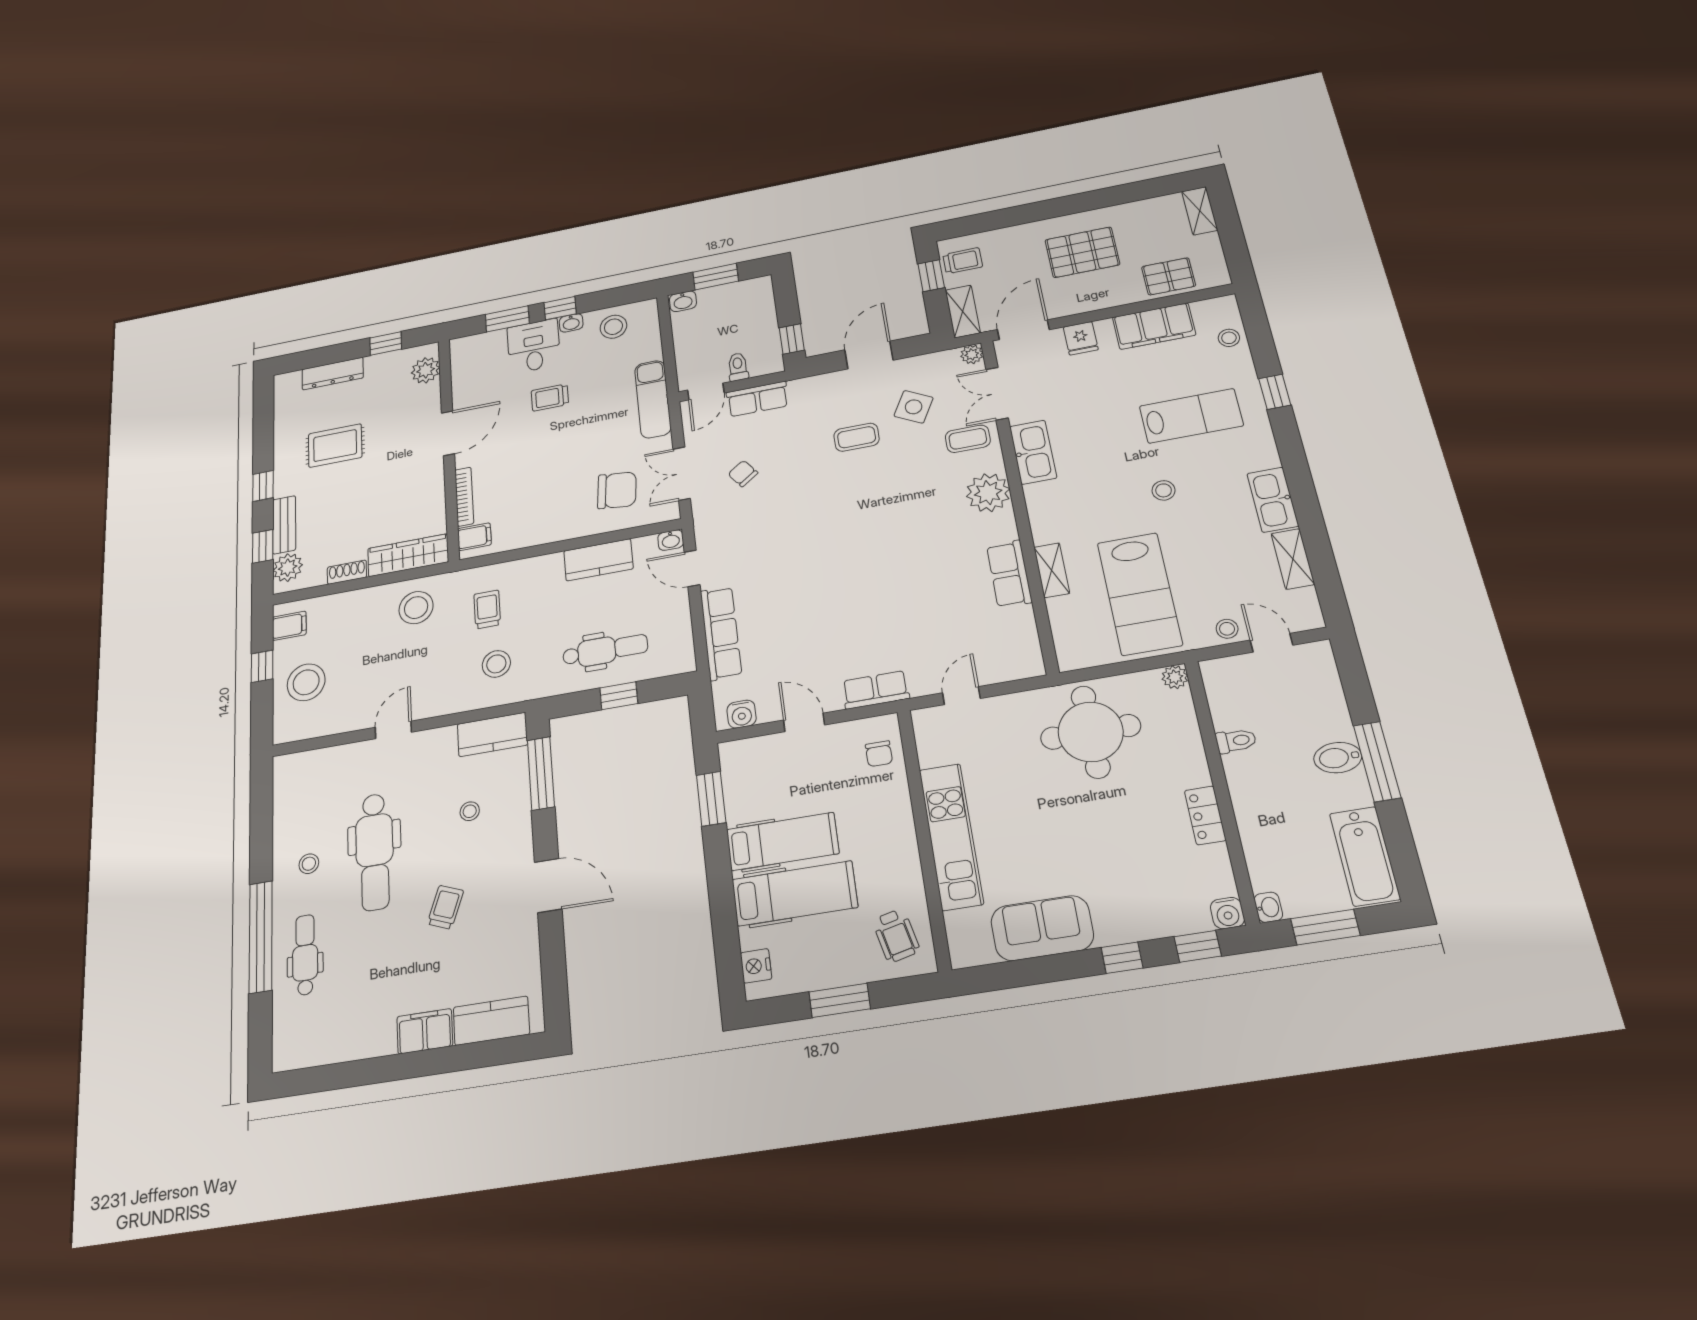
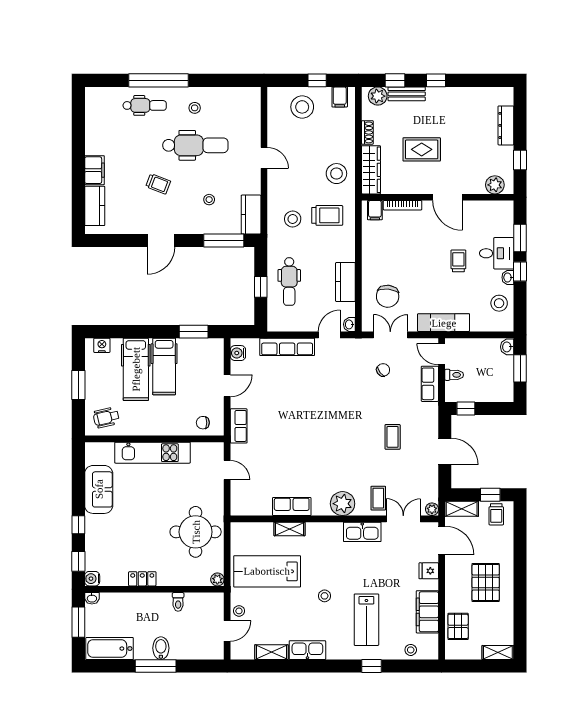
side table: (914, 407) -> (405, 472), removed
rug: (335, 446) -> (422, 149), moved, turned 90
trolley: (487, 609) -> (327, 215), width x1.36, depth x1.39
dental chair: (375, 852) -> (195, 145), turned 180

